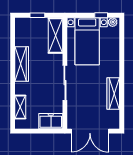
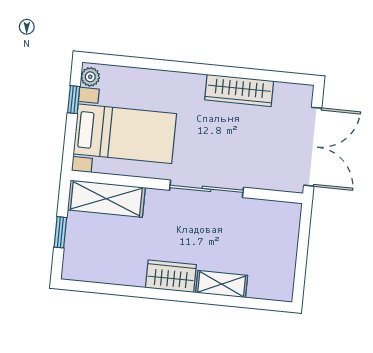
wardrobe: (22, 64) -> (171, 276), width x0.67
shelving: (20, 107) -> (222, 284), moved
freezer: (51, 121) -> (284, 226), removed

